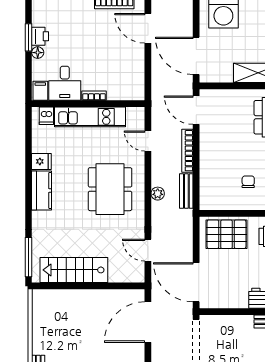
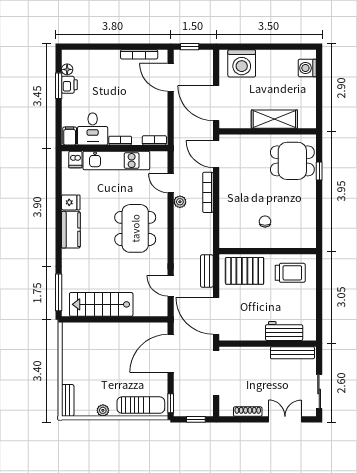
floor lamp: (38, 53) -> (67, 69), moved
bookcase: (130, 95) -> (154, 140), added
bench: (186, 191) -> (207, 271), moved
plant: (158, 194) -> (180, 202), moved

